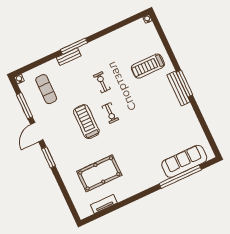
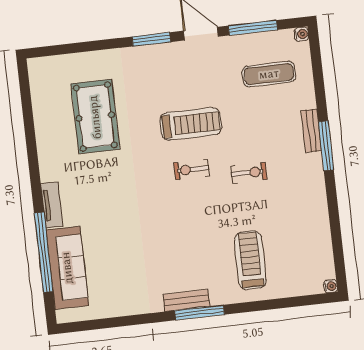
bench: (178, 89) -> (186, 300), width x0.73
tv unit: (104, 204) -> (52, 205), moved

